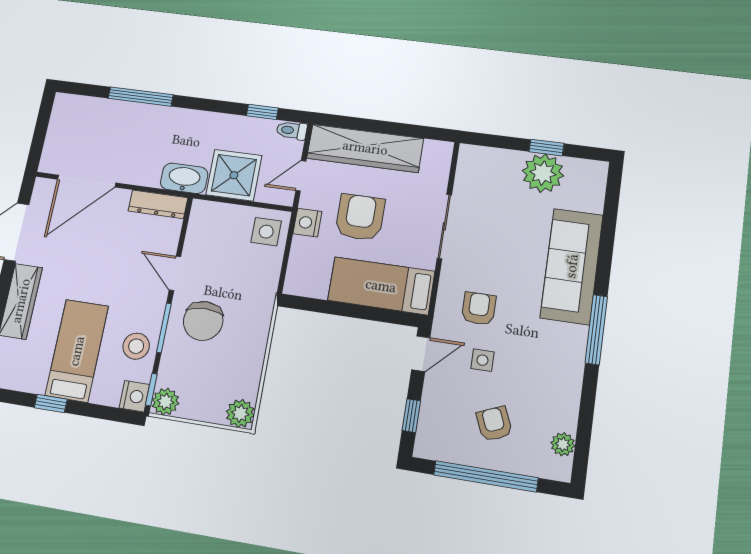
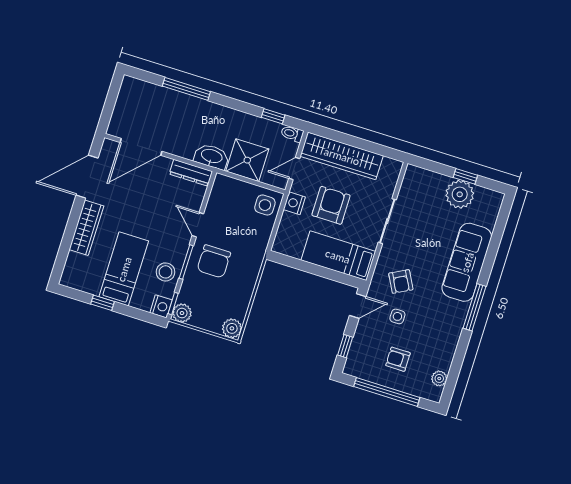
armchair: (479, 309) -> (401, 281), turned 152
armchair: (494, 424) -> (398, 359), turned -67

